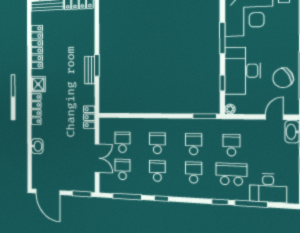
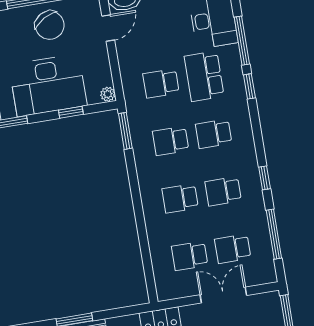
door: (274, 117) -> (108, 28), swing flipped

